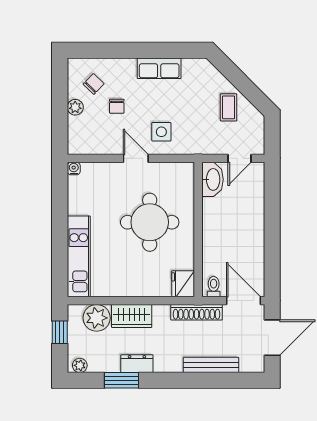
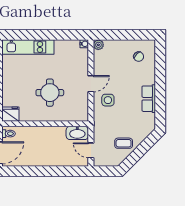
chair: (117, 106) -> (124, 71), removed
plant: (75, 107) -> (98, 45), moved
round table: (150, 222) -> (50, 93), width x0.73, depth x0.73

